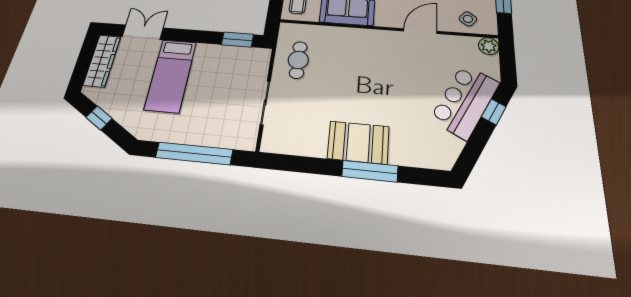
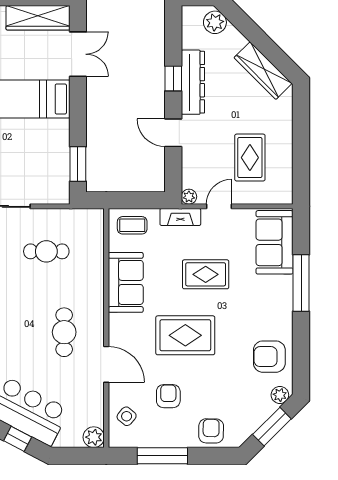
cafe table: (298, 60) -> (46, 251), moved
cafe table: (389, 63) -> (64, 332), added

